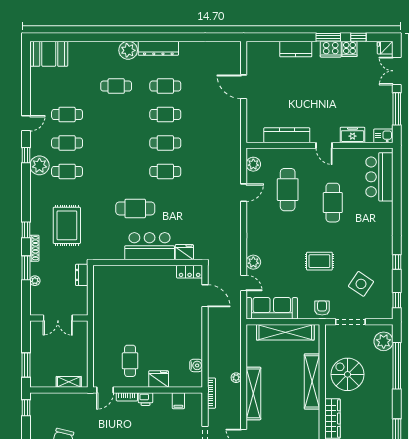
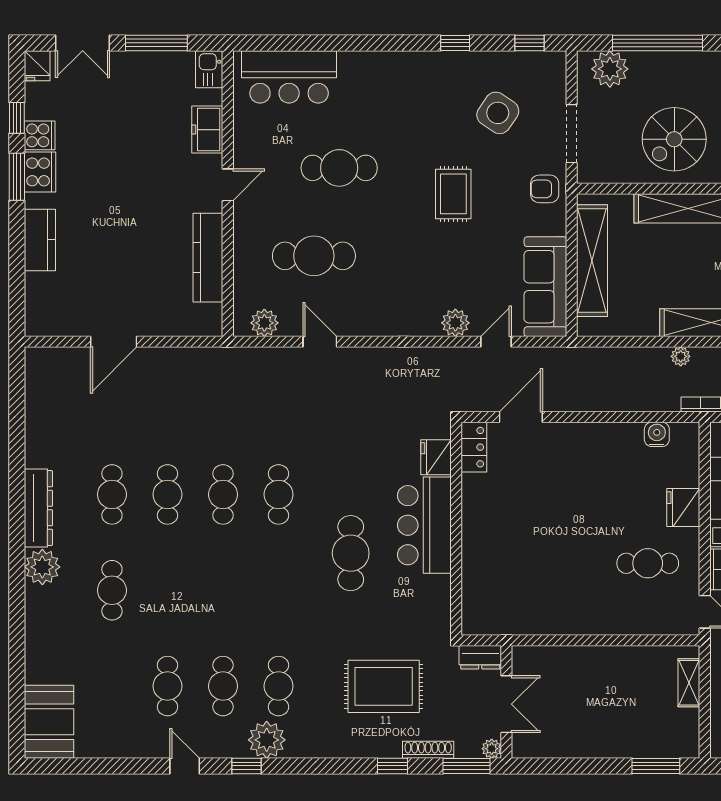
double door: (58, 318) -> (506, 704), moved
wall: (59, 318) -> (506, 702), moved

